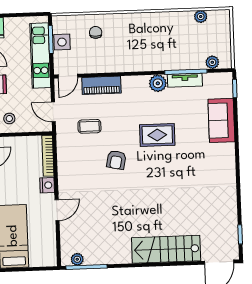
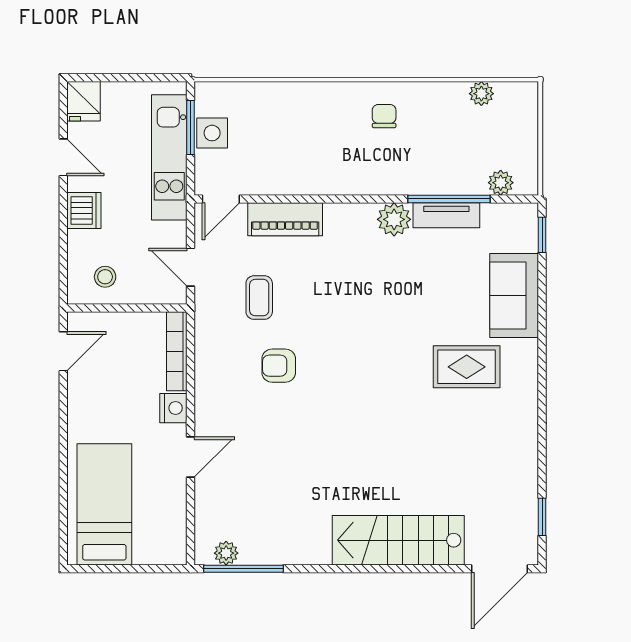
chair: (96, 32) -> (384, 116), moved
coffee table: (89, 126) -> (259, 298), turned 90
rug: (157, 135) -> (467, 367), moved
armchair: (116, 160) -> (279, 366), moved, turned 78

